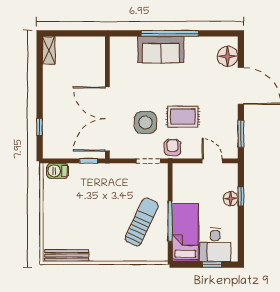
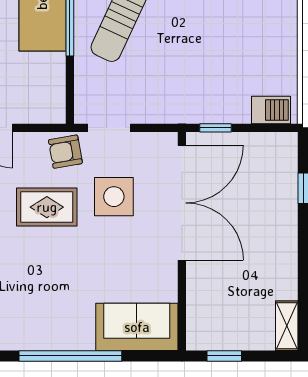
window: (84, 33) -> (224, 356), added
sofa: (161, 50) -> (137, 327), moved
armchair: (173, 148) -> (65, 152), turned 80

